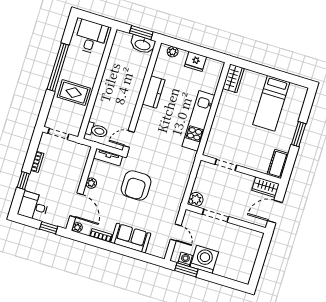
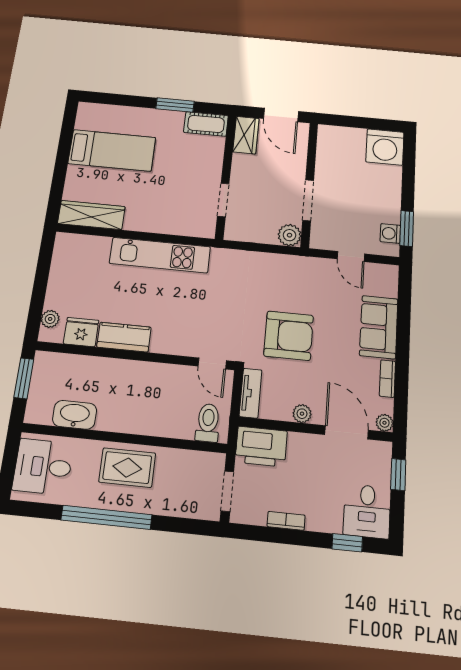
washbasin: (143, 45) -> (75, 415), moved, turned -90
fridge: (196, 61) -> (81, 332), moved, turned -90
wardrobe: (233, 78) -> (91, 215), width x1.50
rug: (74, 93) -> (127, 468), moved, turned 90
window: (299, 134) -> (175, 105), moved
printer: (78, 157) -> (261, 447), added
window: (23, 180) -> (347, 543), moved
door: (76, 205) -> (347, 432), hinge flipped
door: (176, 232) -> (351, 256), swing flipped
washing machine: (204, 259) -> (385, 147), moved, turned -90

